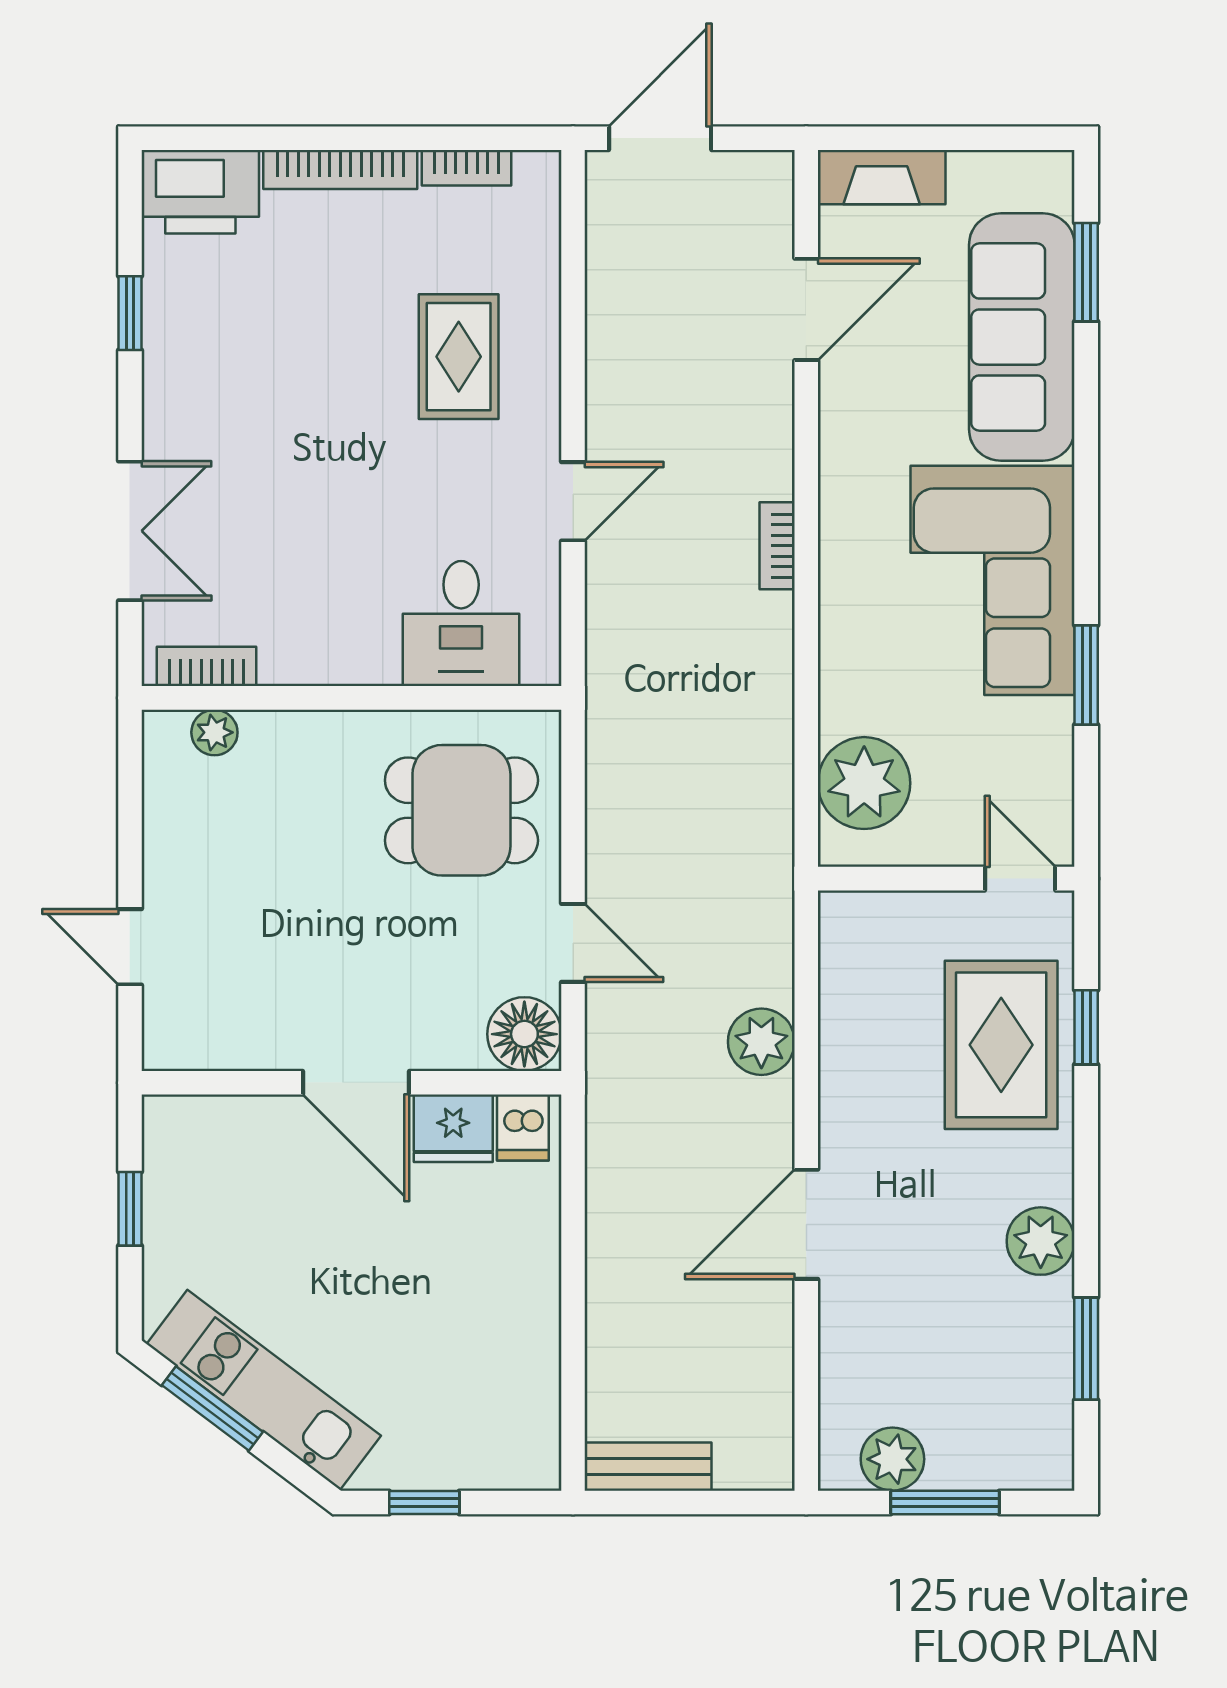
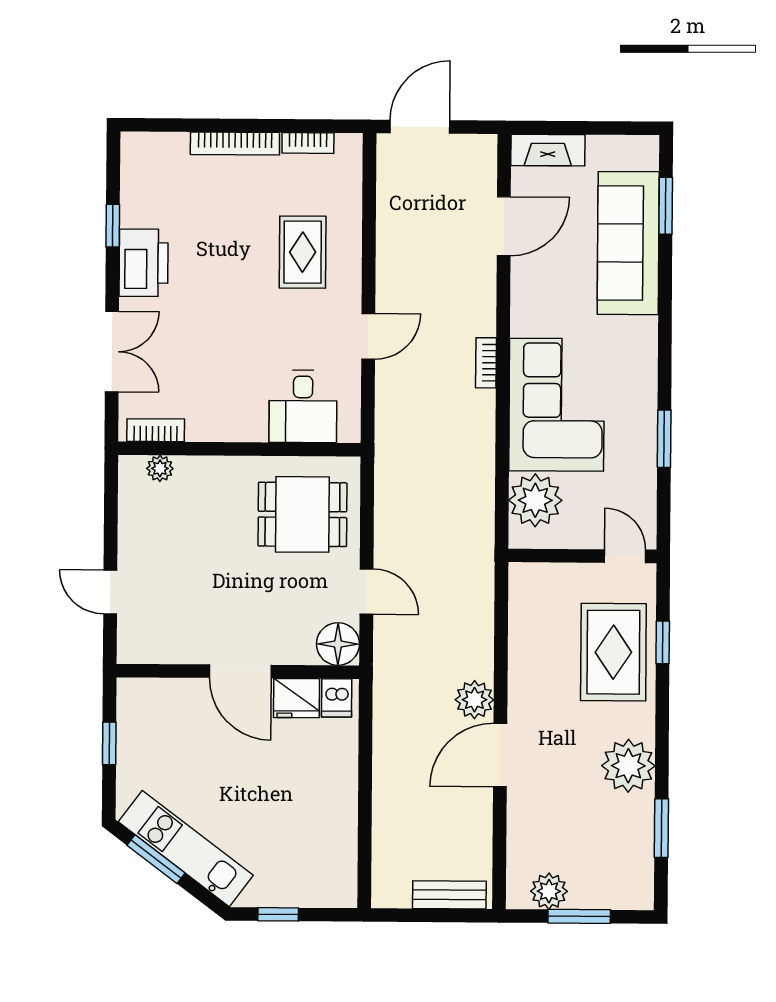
printer: (200, 192) -> (144, 263), moved, turned -90
corner sofa: (993, 580) -> (557, 405), moved, turned 180
plant: (761, 1042) -> (474, 700), moved
plant: (1041, 1241) -> (628, 766), width x1.36, depth x1.36
bench: (648, 1467) -> (449, 895), moved

